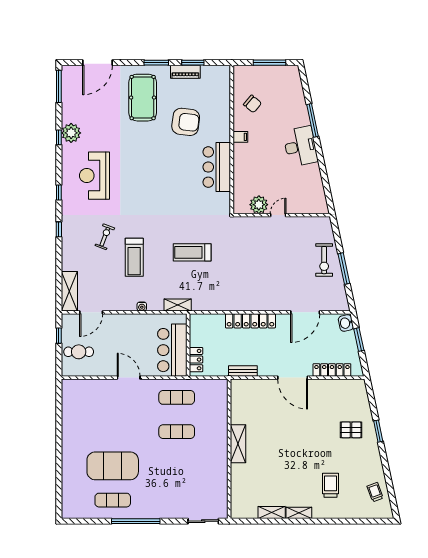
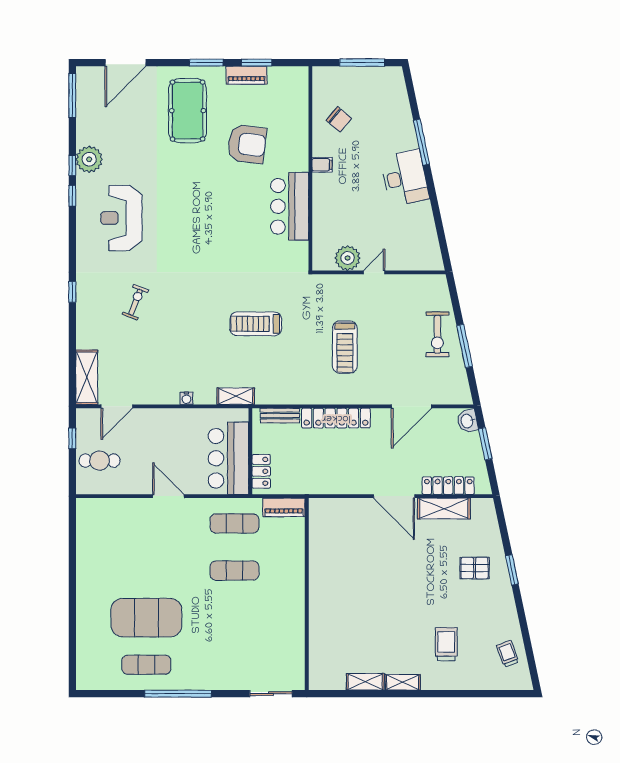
window: (59, 192) -> (72, 196), moved
treadmill: (134, 257) -> (345, 347), moved
bench: (243, 371) -> (280, 416), moved
piano: (213, 386) -> (284, 507), added
shelving: (238, 444) -> (444, 509), moved, turned 90

